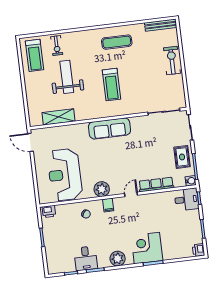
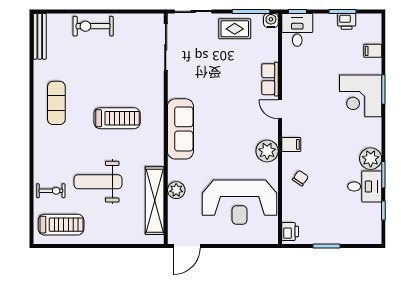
shelving: (59, 117) -> (155, 201), width x1.47
plant: (68, 131) -> (176, 190), added
row of seats: (156, 184) -> (270, 79), width x0.68
printer: (199, 250) -> (347, 21), moved
filing cabinet: (179, 253) -> (373, 51), added
plant: (118, 259) -> (371, 159), moved

